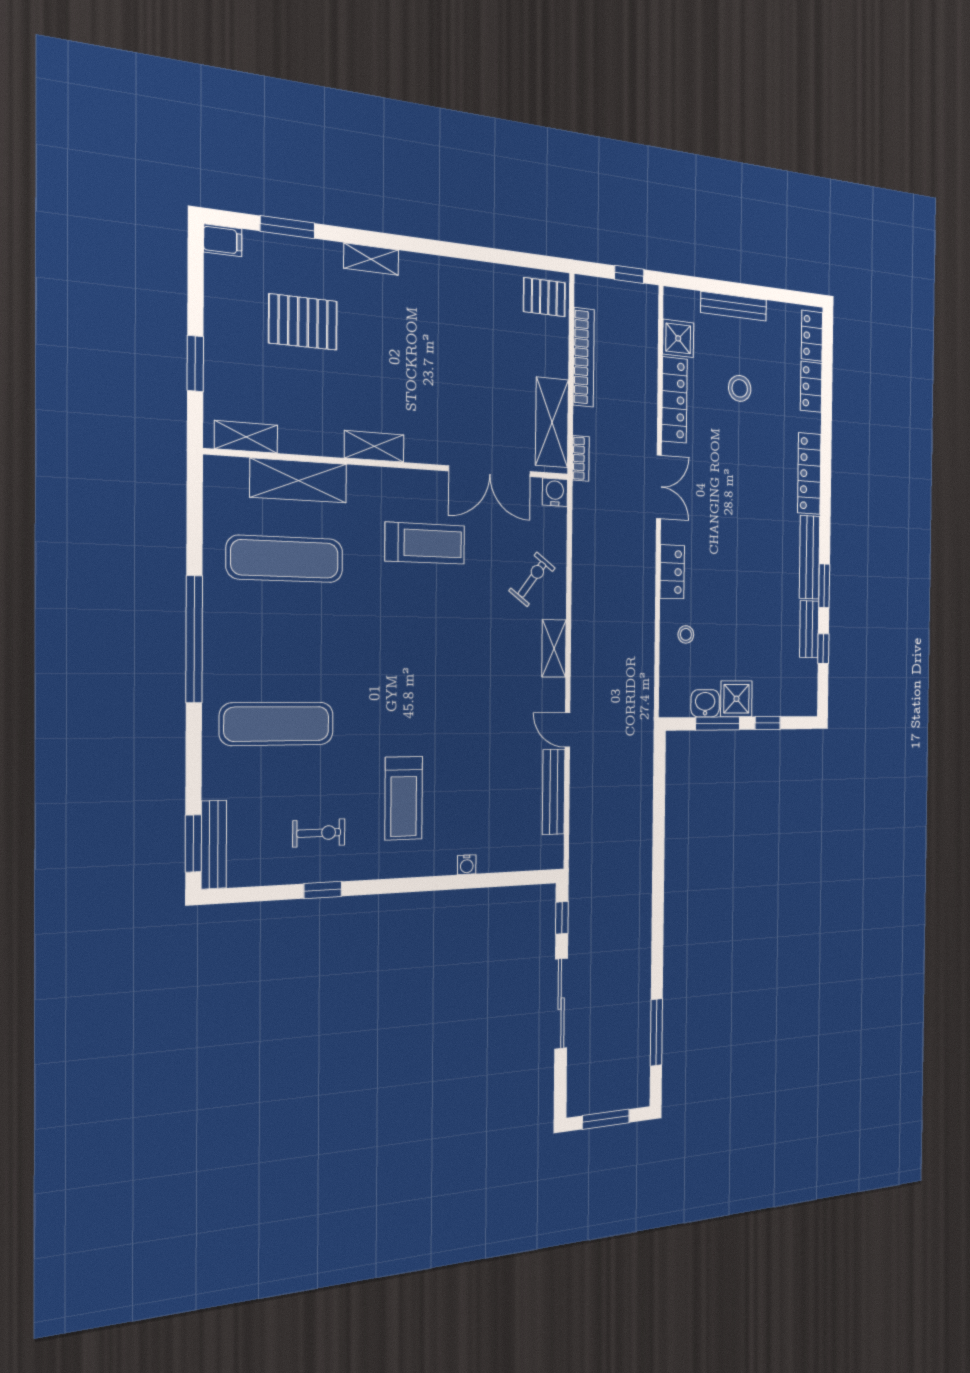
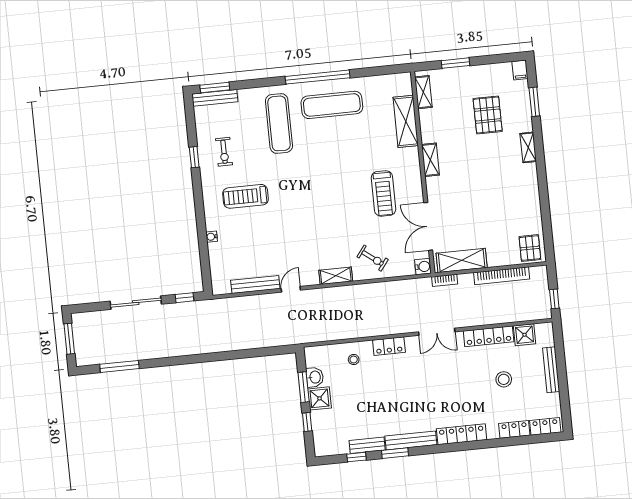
exercise mat: (285, 559) -> (332, 105), moved, turned 90

